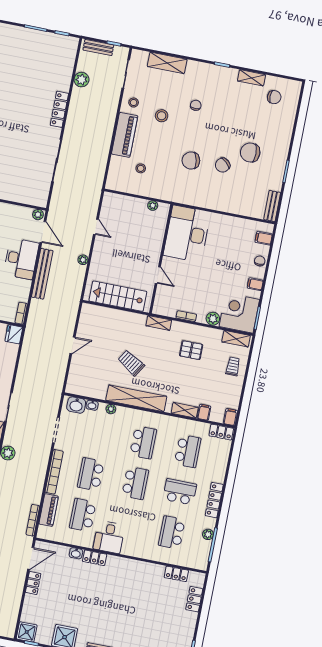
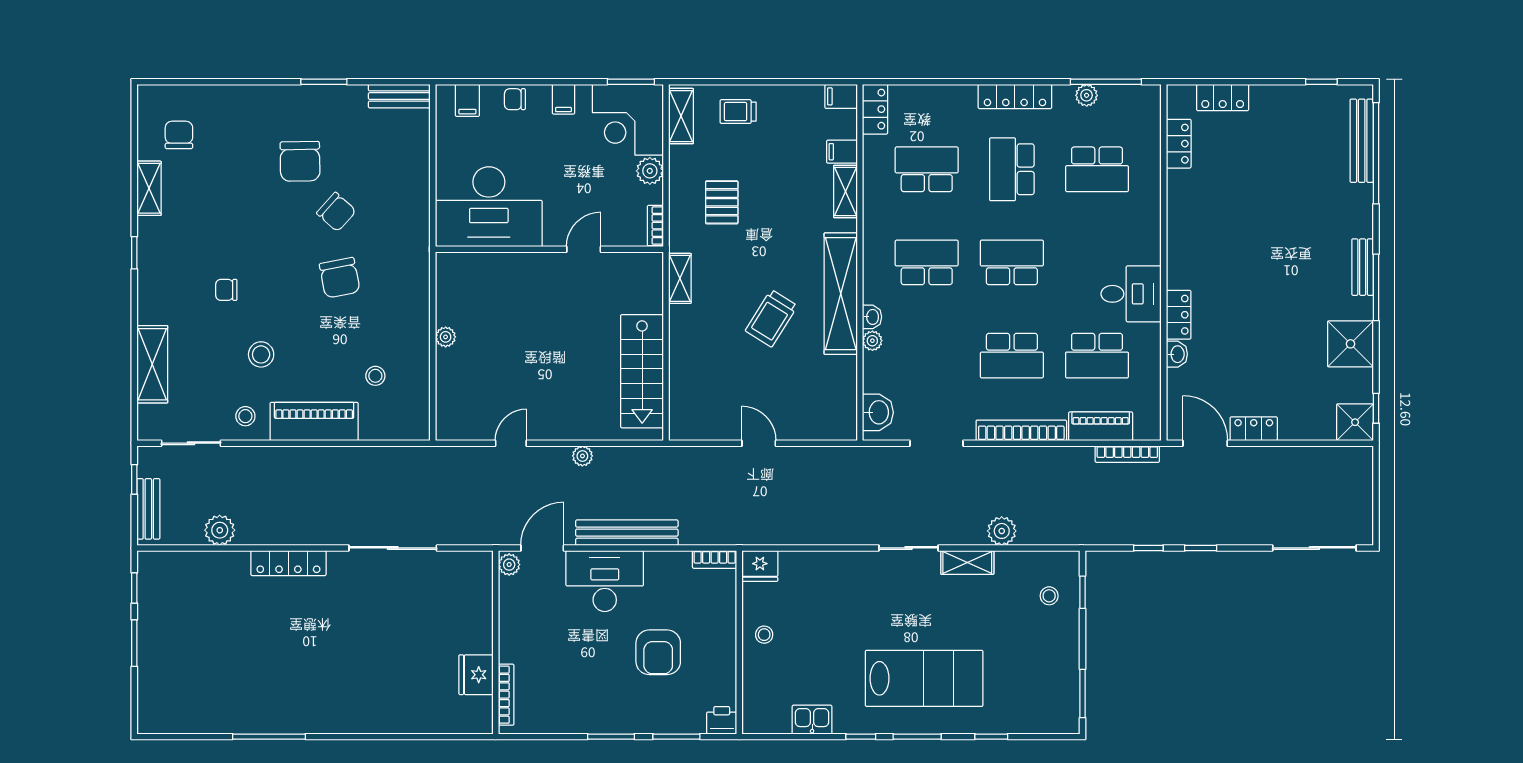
desk: (187, 234) -> (489, 207), moved
wall: (161, 259) -> (549, 249), moved
door: (158, 275) -> (584, 249), moved
washbasin: (92, 405) -> (872, 317), moved

